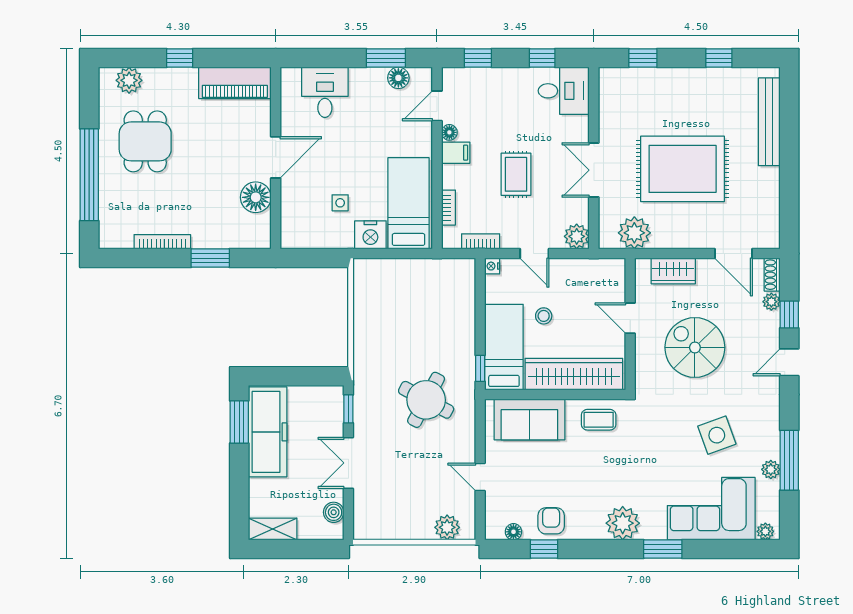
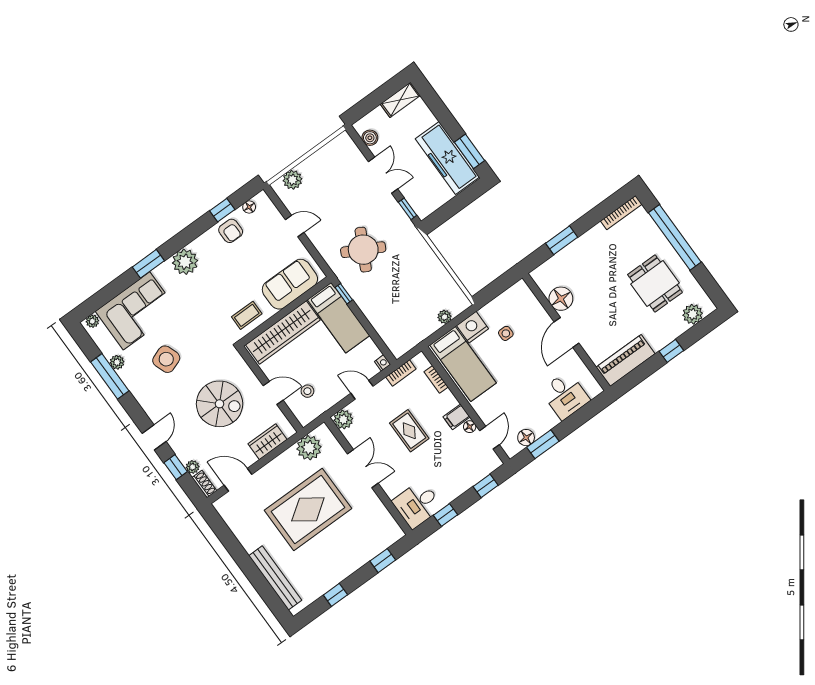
bookcase: (162, 242) -> (621, 213), moved
plant: (392, 267) -> (445, 317), added
stool: (544, 316) -> (307, 391), moved

